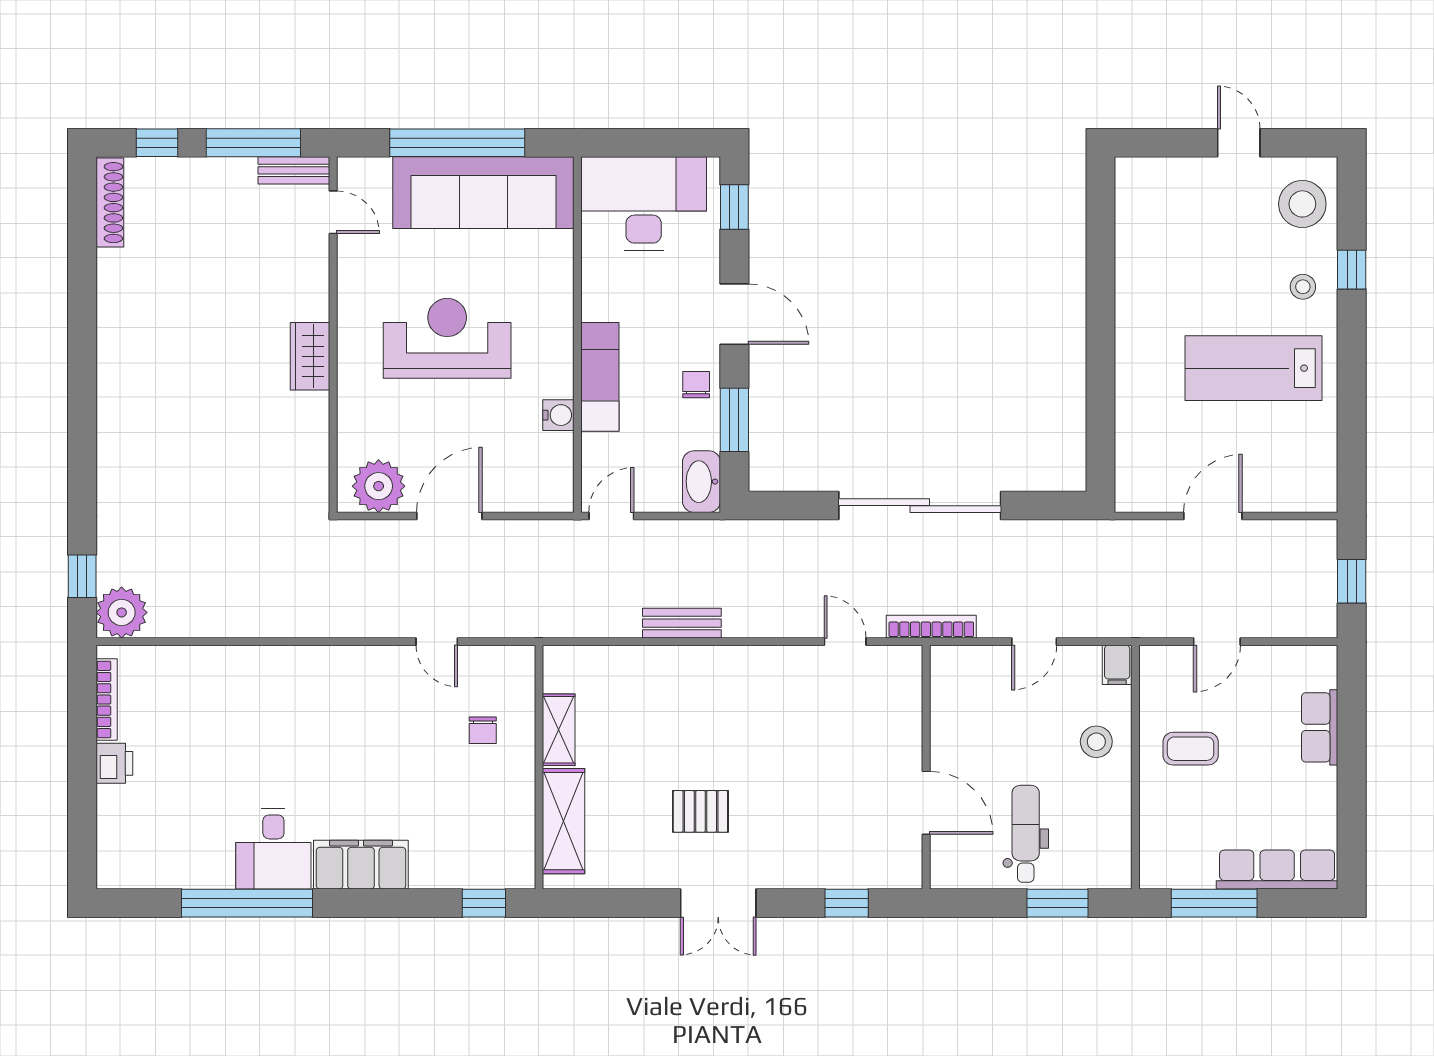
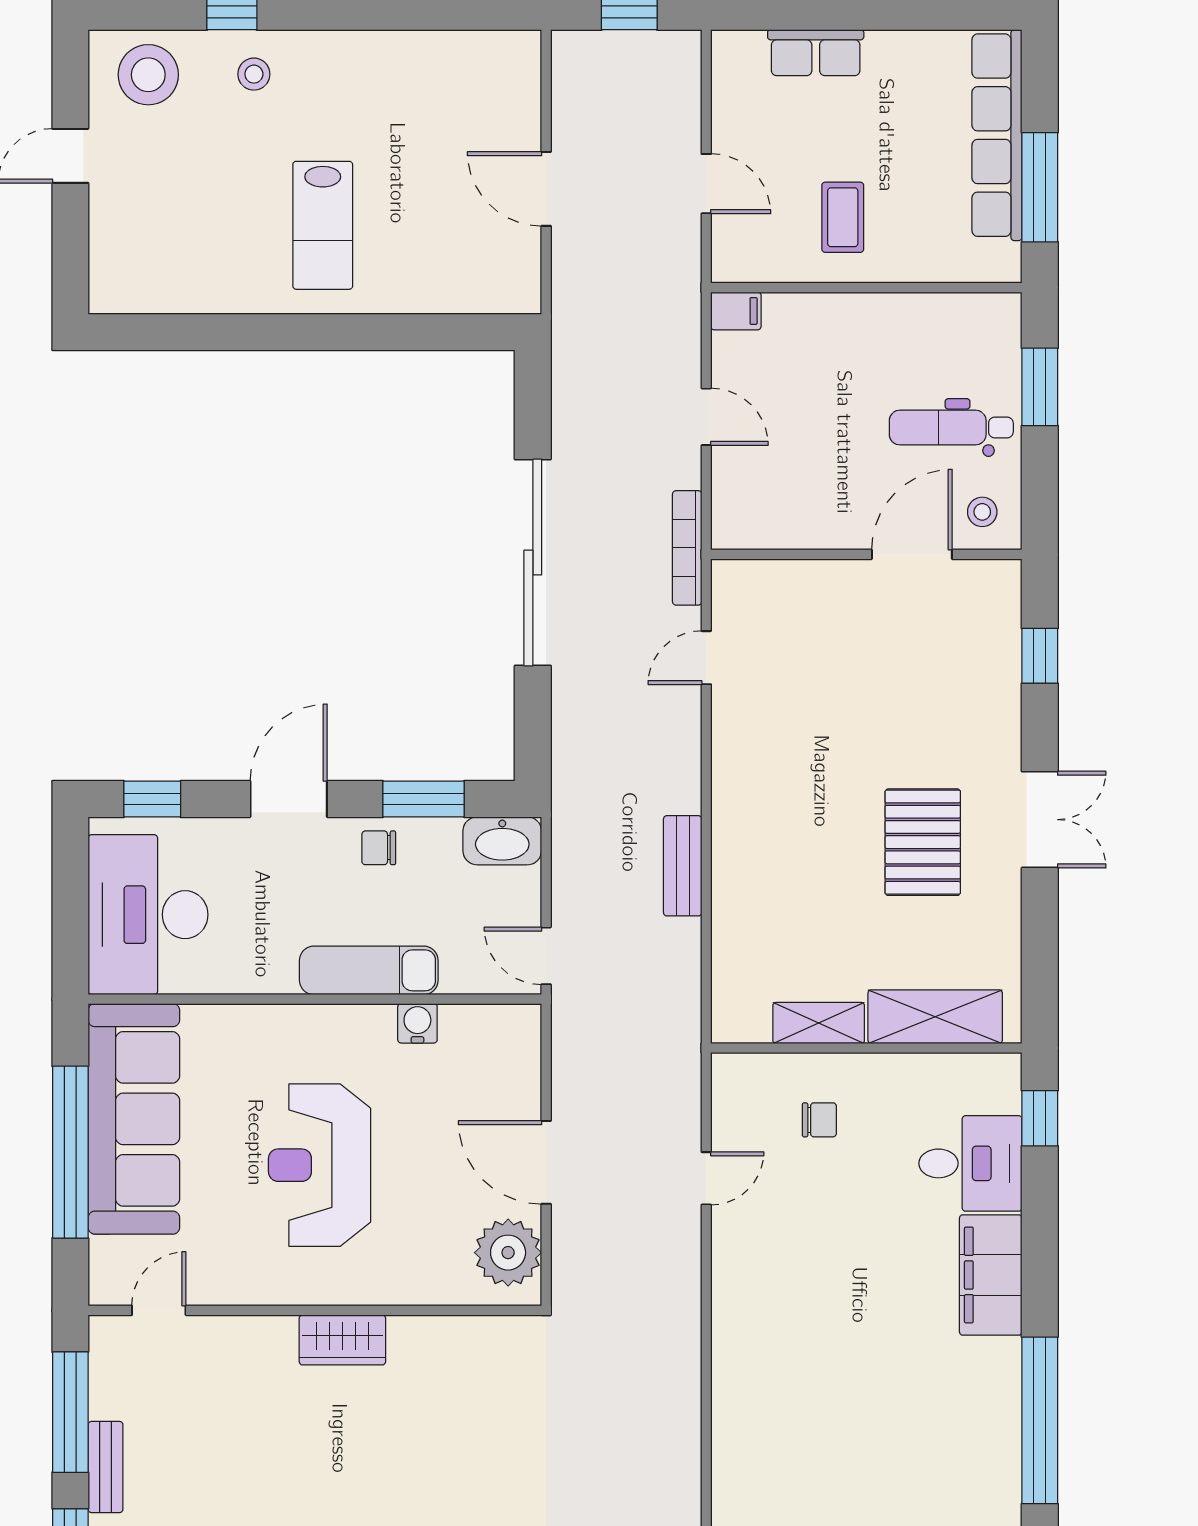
bench: (294, 170) -> (106, 1467), moved
lab bench: (1253, 368) -> (323, 225), moved, width x0.73, depth x0.72
stool: (1096, 742) -> (982, 512), moved, width x0.73, depth x0.73
pallet: (700, 811) -> (923, 842), width x1.50, depth x1.42
desk: (273, 849) -> (970, 1163), moved
row of seats: (1277, 870) -> (997, 135), width x1.36

